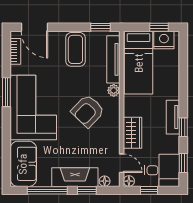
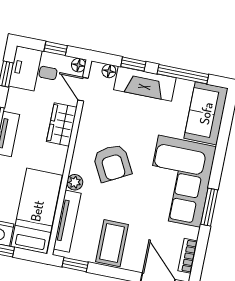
armchair: (88, 111) -> (112, 163), turned 108

